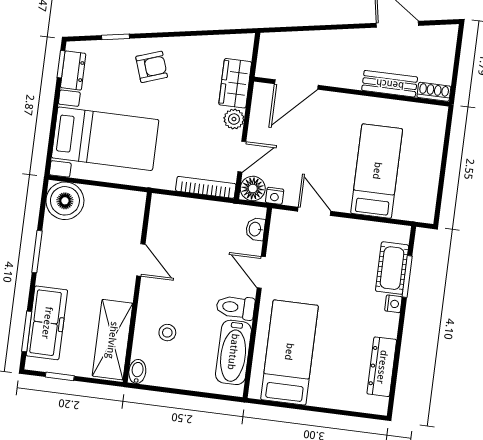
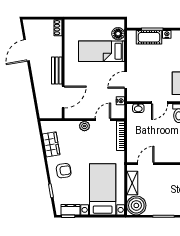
armchair: (152, 67) -> (64, 171), turned 101
wardrobe: (235, 83) -> (51, 144), moved, turned -100
bench: (390, 84) -> (57, 71), moved
door: (296, 85) -> (63, 97), hinge flipped
door: (242, 157) -> (103, 120), hinge flipped
floor lamp: (253, 188) -> (118, 34), moved
shelving: (110, 198) -> (132, 183), added
door: (141, 260) -> (146, 164), moved

